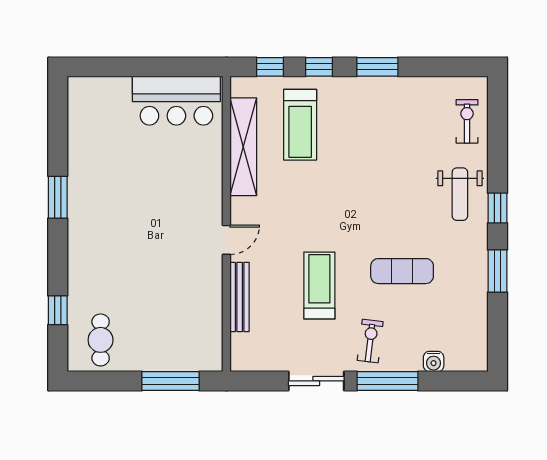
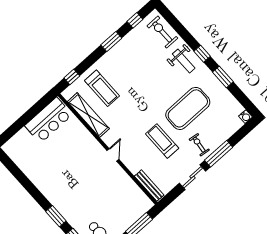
window: (319, 67) -> (135, 20), moved
exercise bike: (467, 121) -> (162, 32), width x1.38, depth x1.39
window: (58, 197) -> (56, 216), moved
exercise mat: (402, 271) -> (188, 108), width x2.00, depth x1.45
bench: (240, 297) -> (149, 186), moved
water cooler: (434, 361) -> (246, 117), moved

